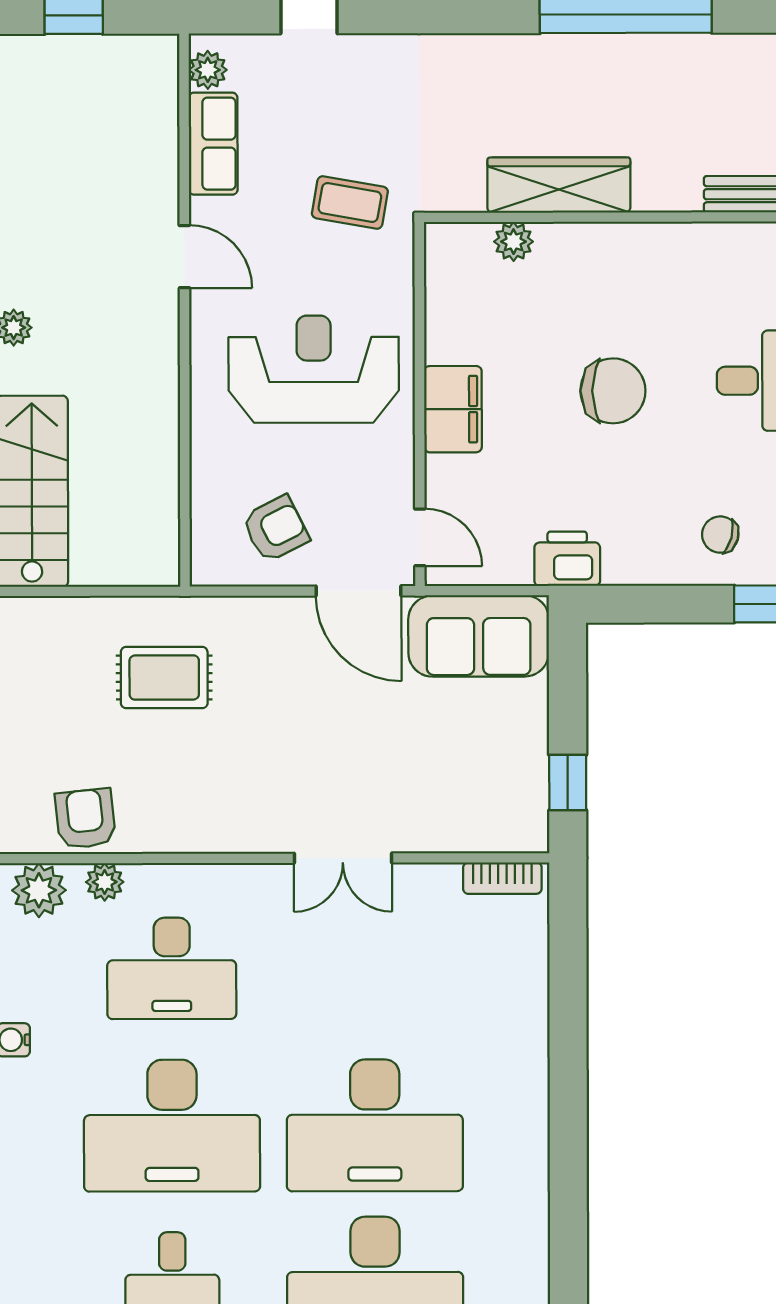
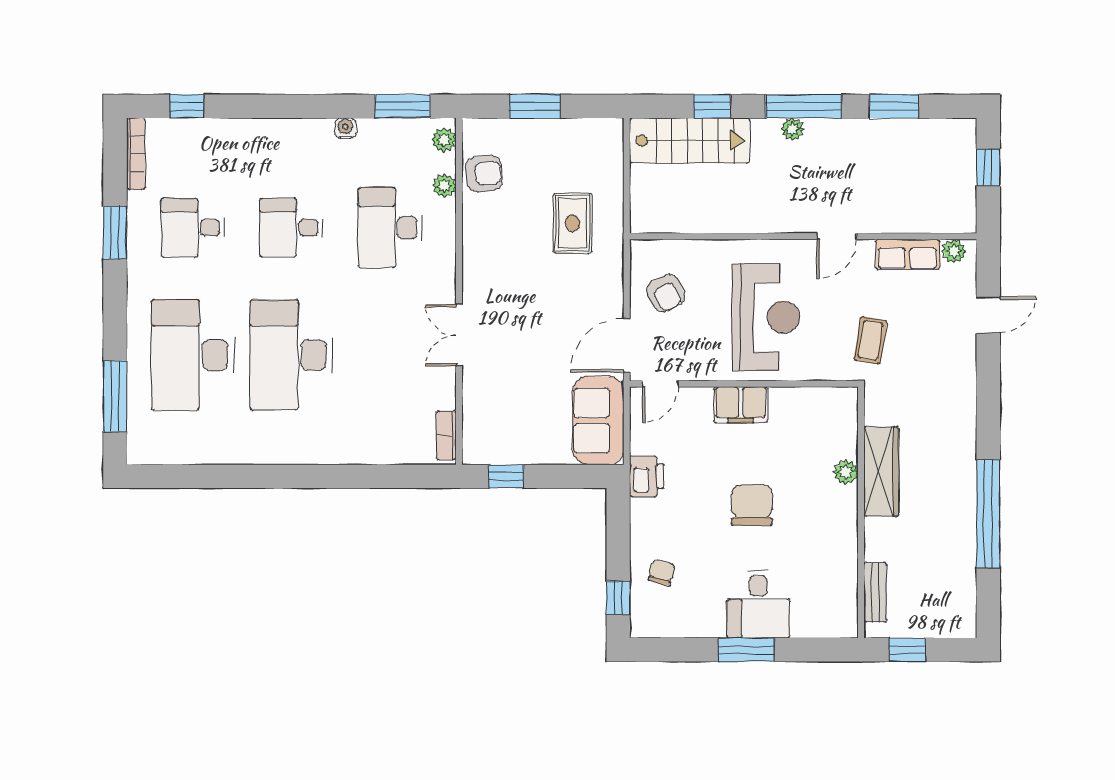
plant: (514, 242) -> (846, 472), moved
chair: (613, 391) -> (752, 505), turned 180
plant: (39, 890) -> (444, 140), width x0.73, depth x0.73
desk: (172, 1126) -> (291, 228), width x0.53, depth x0.77

